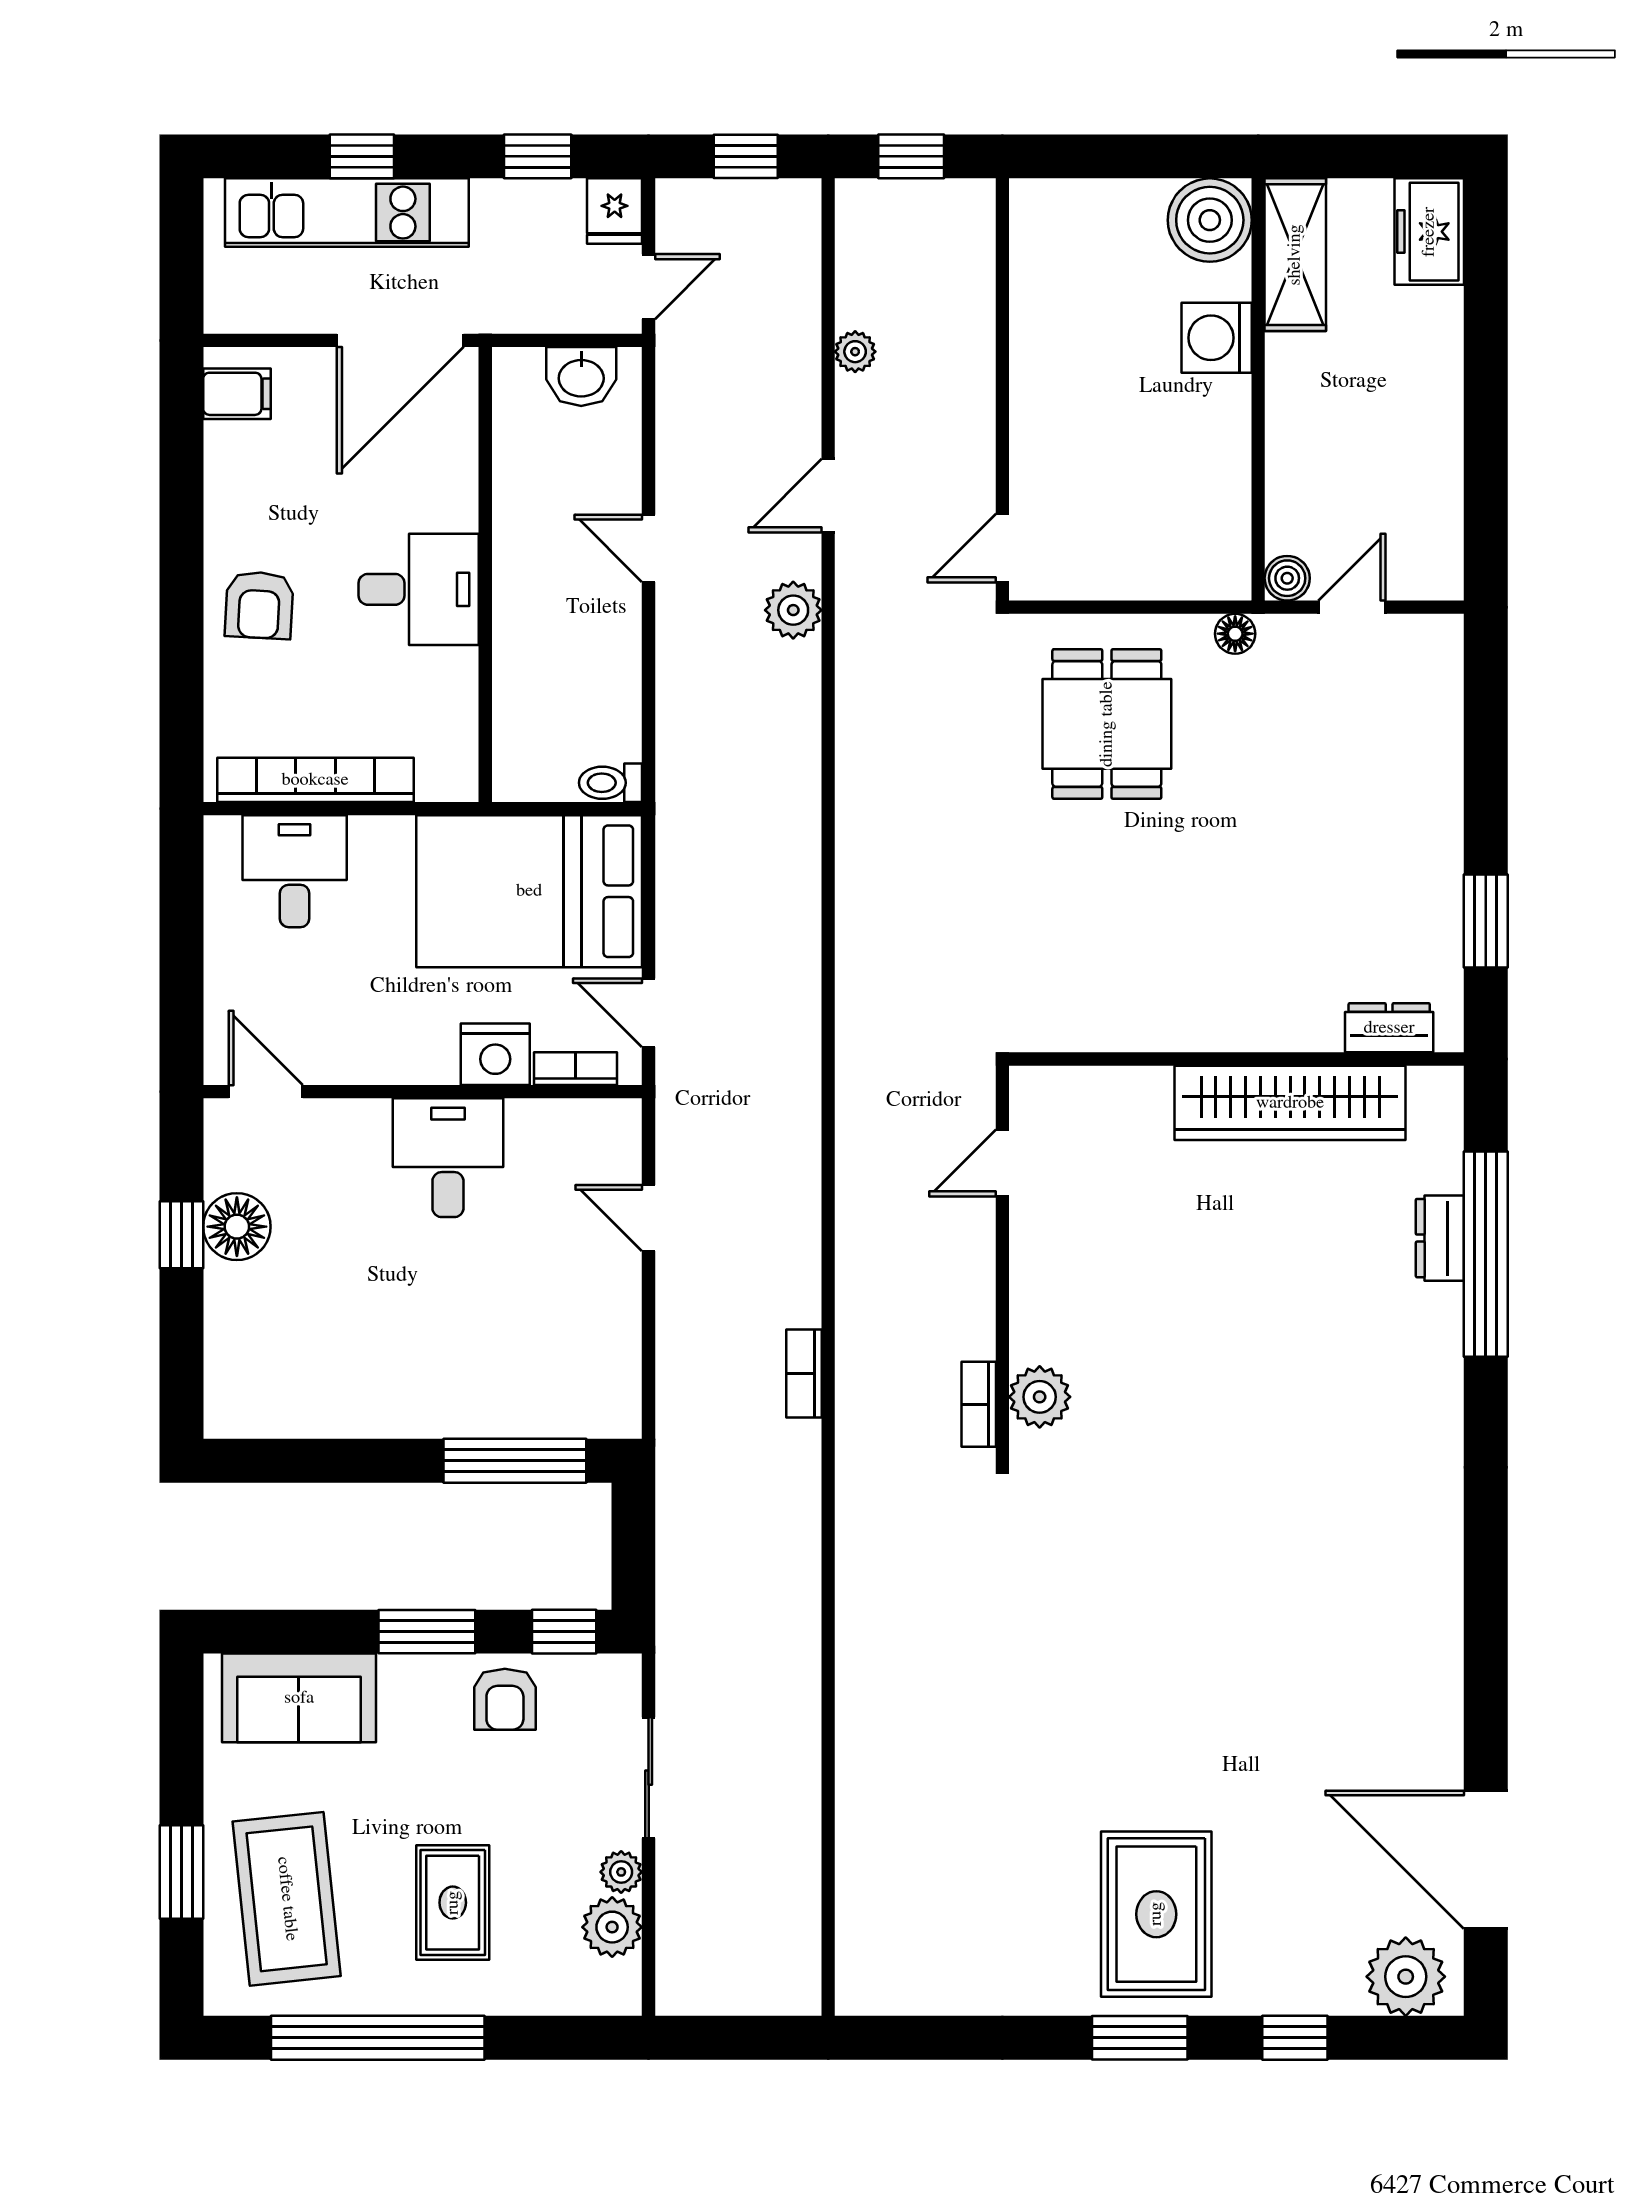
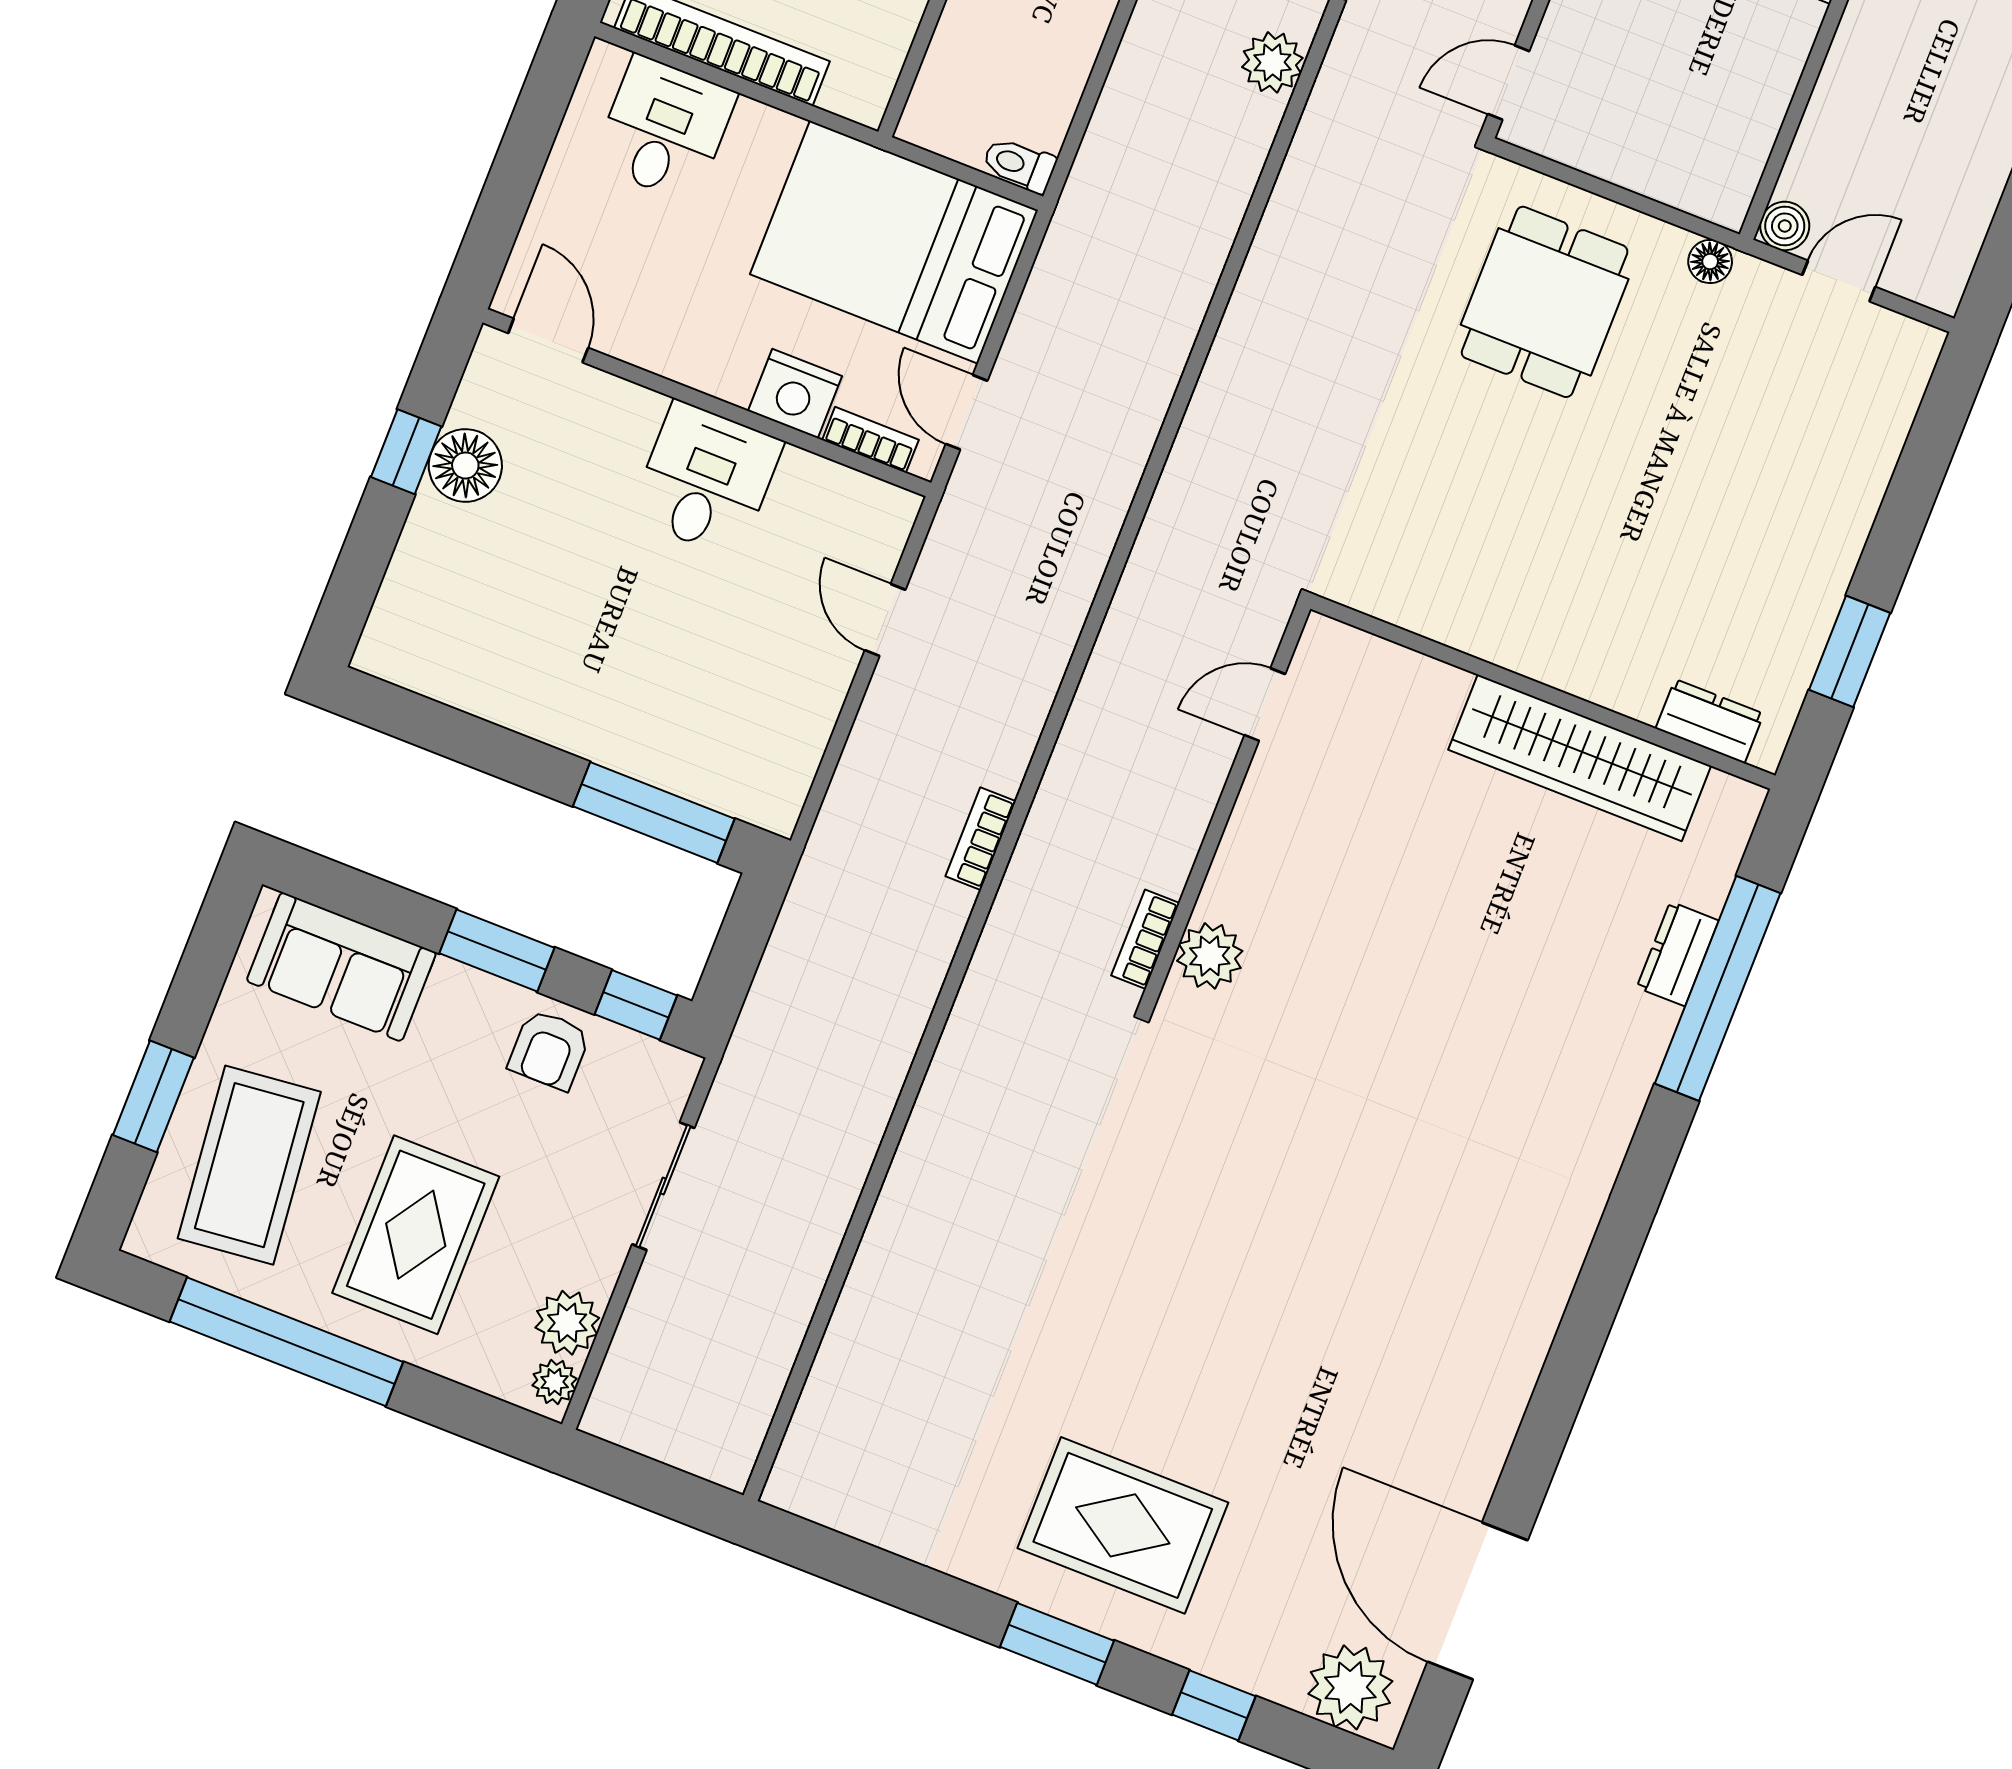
plant: (621, 1872) -> (555, 1382), moved
rug: (453, 1903) -> (416, 1235), width x1.36, depth x1.43
rug: (1156, 1914) -> (1123, 1525), turned 90

